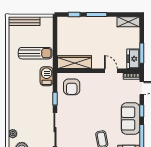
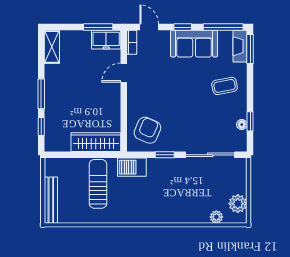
wardrobe: (75, 62) -> (96, 142), moved, turned 90
armchair: (72, 87) -> (147, 130), turned -67

